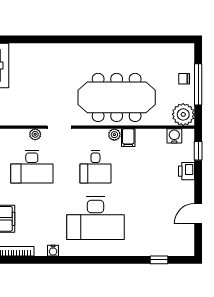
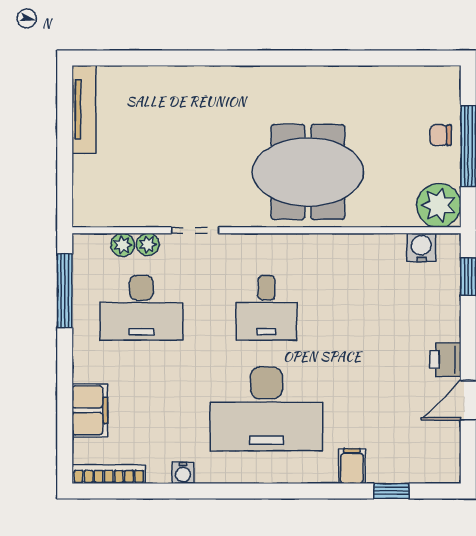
meeting table: (117, 97) -> (308, 172), width x0.73
plant: (114, 135) -> (123, 245), moved
filing cabinet: (128, 138) -> (352, 466), moved, turned 180
printer: (187, 171) -> (445, 360), moved

